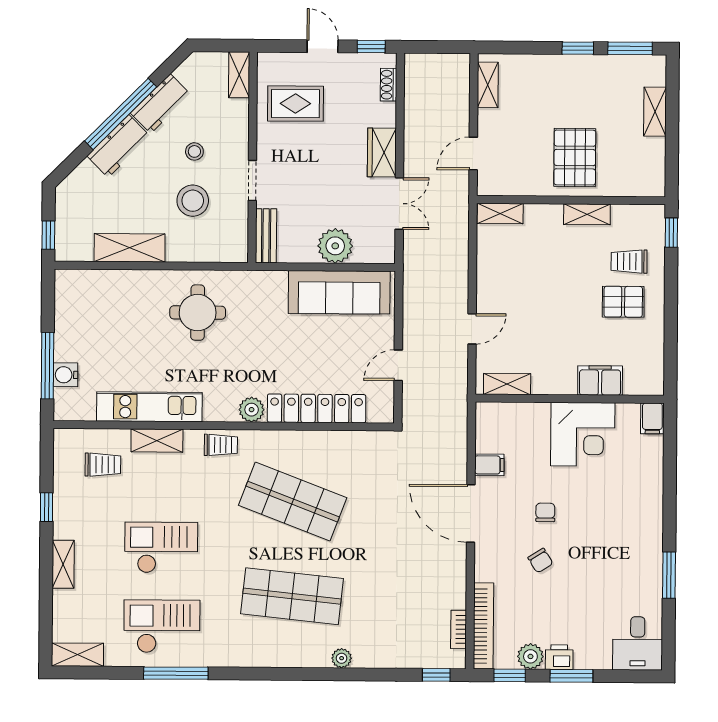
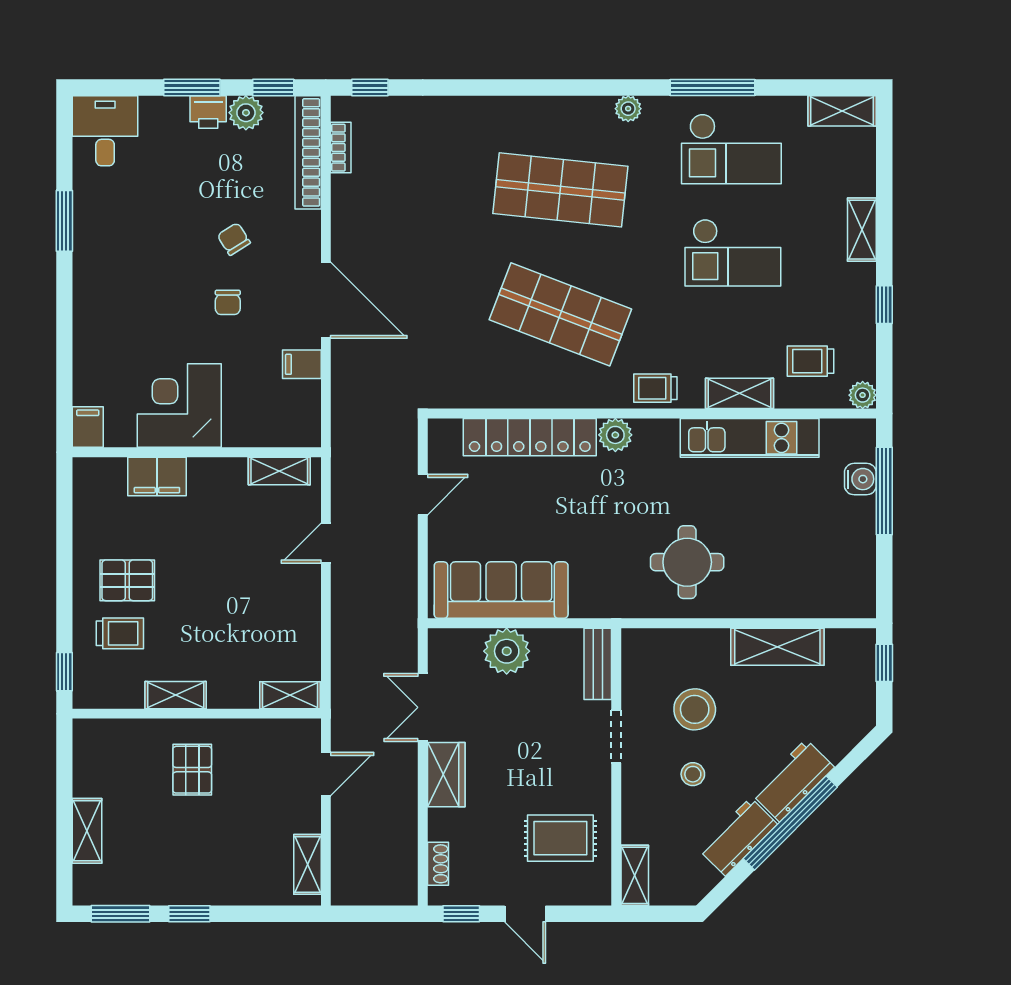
pallet: (575, 158) -> (192, 770), width x0.67, depth x0.71
plant: (63, 439) -> (863, 395), added
plant: (342, 658) -> (628, 109), moved

